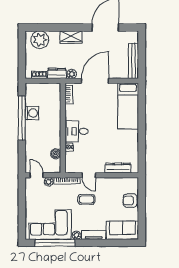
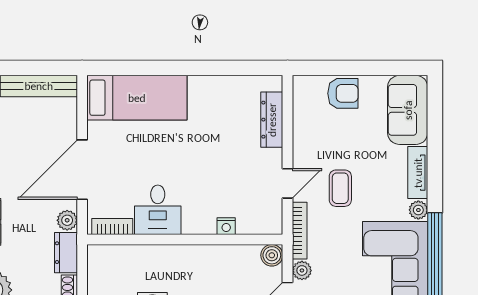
door: (95, 81) -> (82, 170), hinge flipped
desk: (77, 131) -> (158, 210), moved
boiler: (56, 154) -> (272, 255), moved
armchair: (130, 201) -> (343, 93), turned -90

